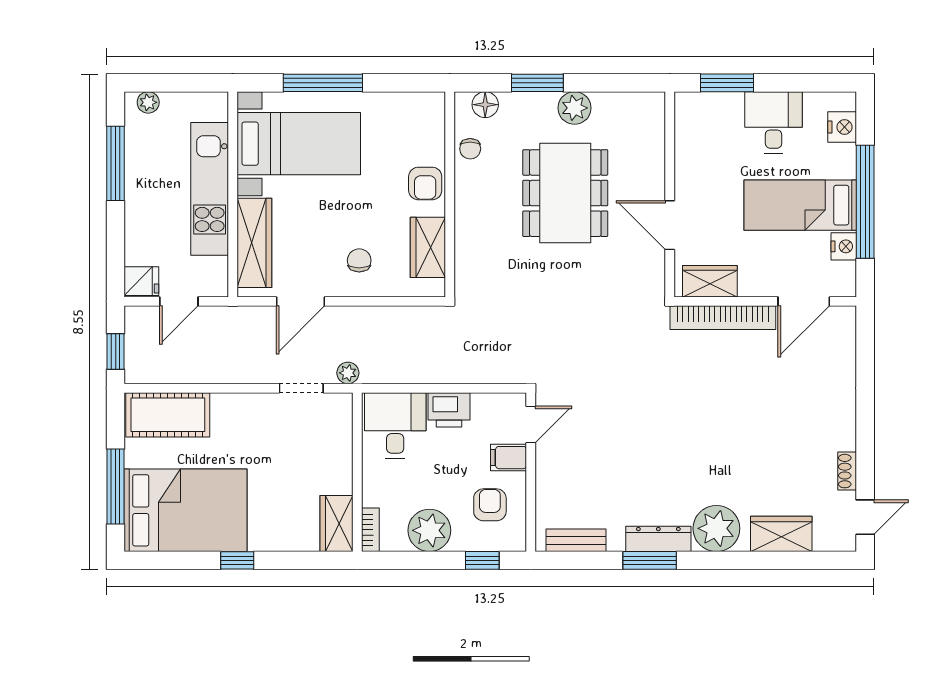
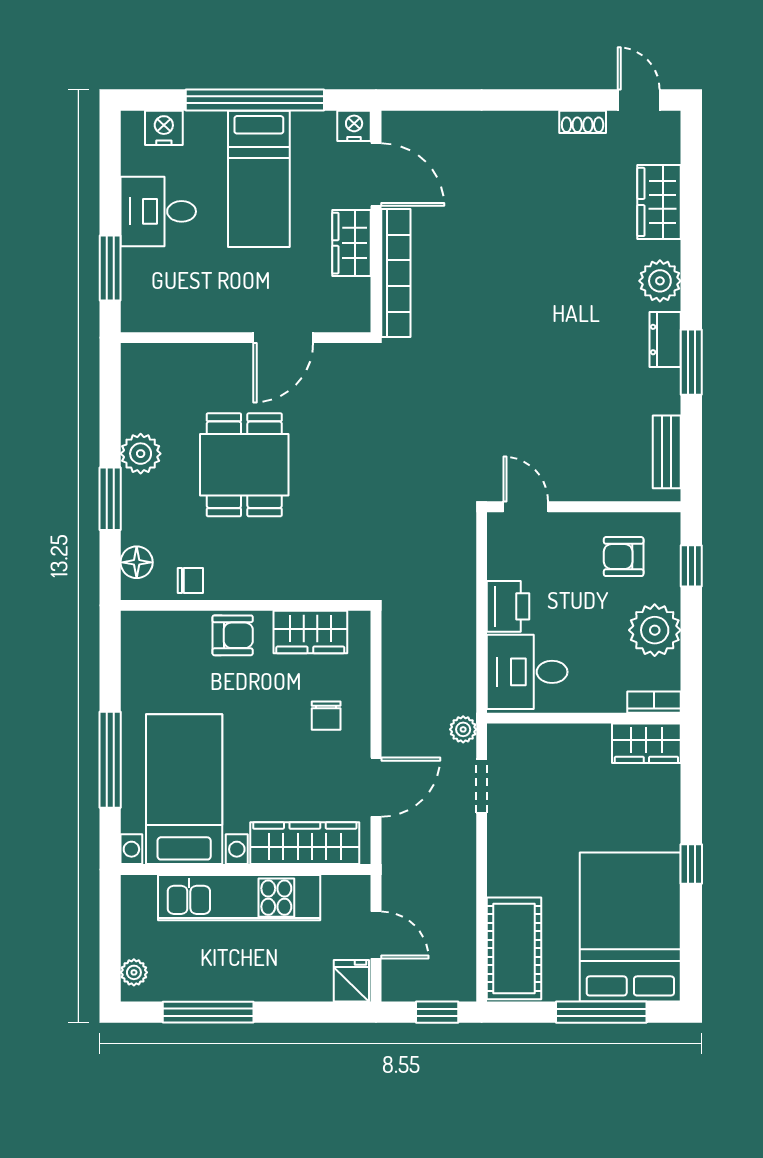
dining table: (565, 193) -> (244, 465), width x0.73
nightstand: (844, 246) -> (354, 126), moved
chair: (359, 260) -> (326, 716), turned -90
wardrobe: (710, 281) -> (351, 243), moved
door: (300, 301) -> (376, 787), hinge flipped
filing cabinet: (509, 458) -> (566, 534), removed
plant: (716, 528) -> (660, 281), width x0.73, depth x0.73
dresser: (658, 539) -> (665, 340), width x0.70

